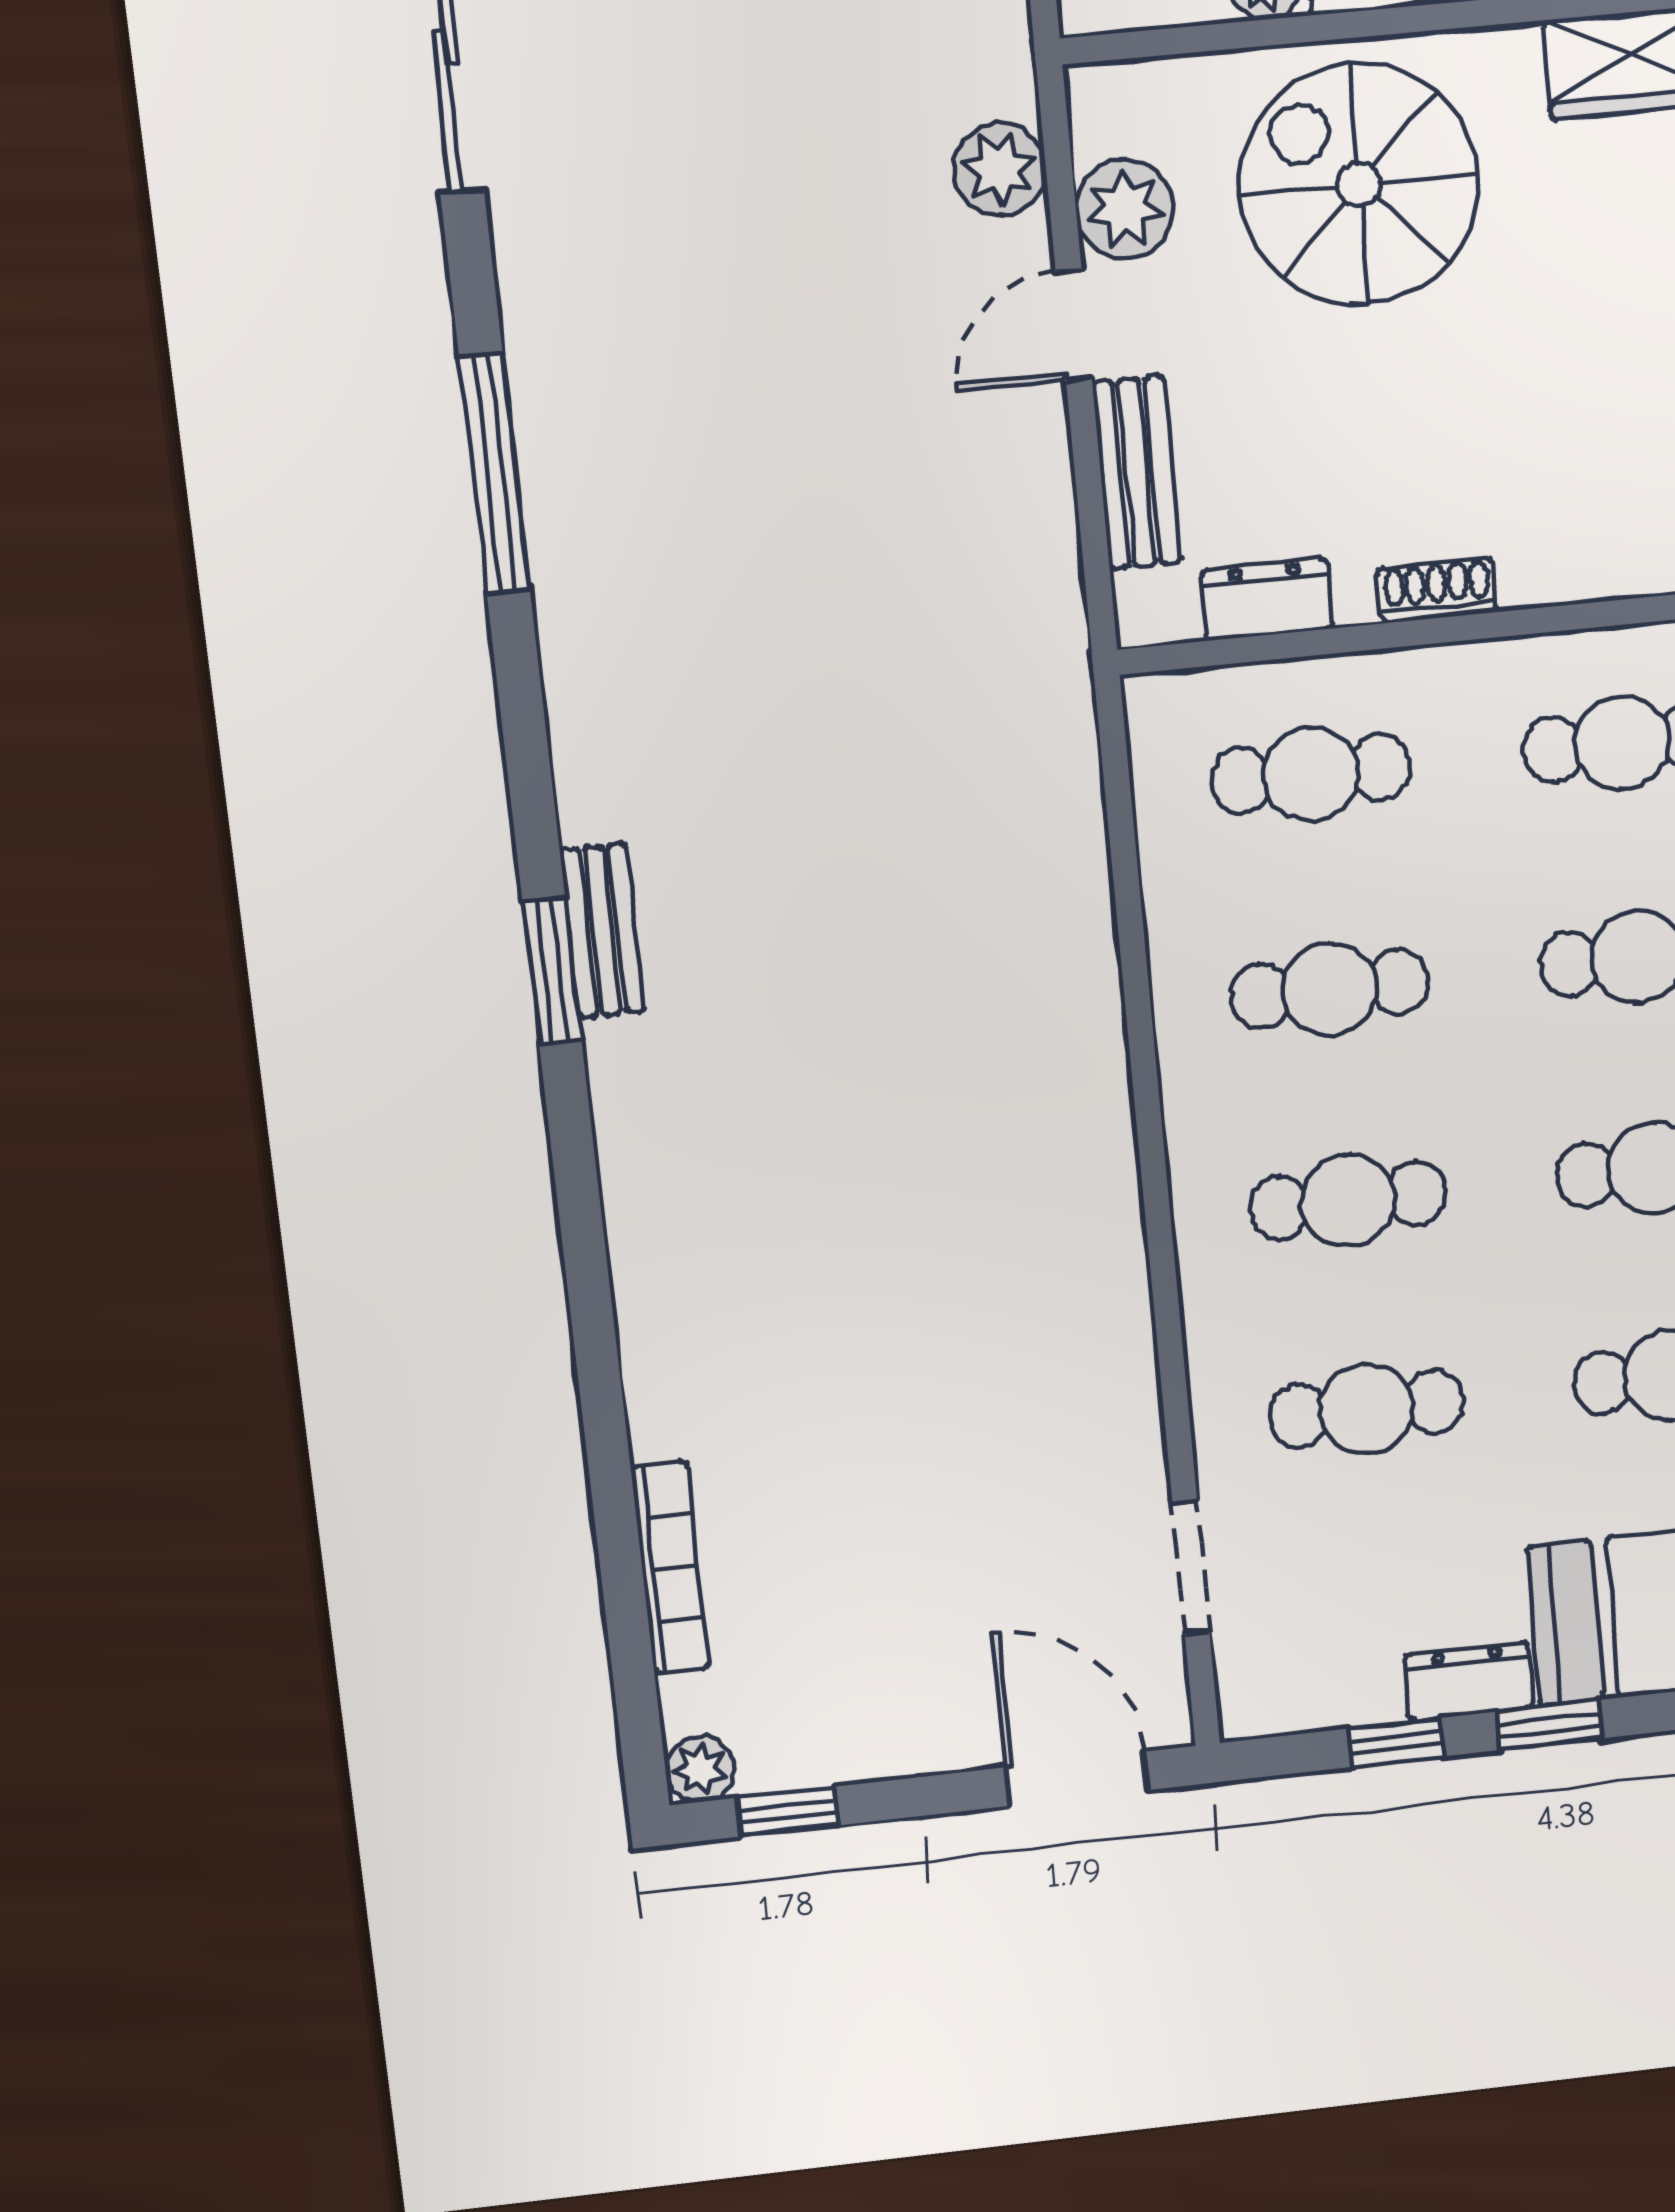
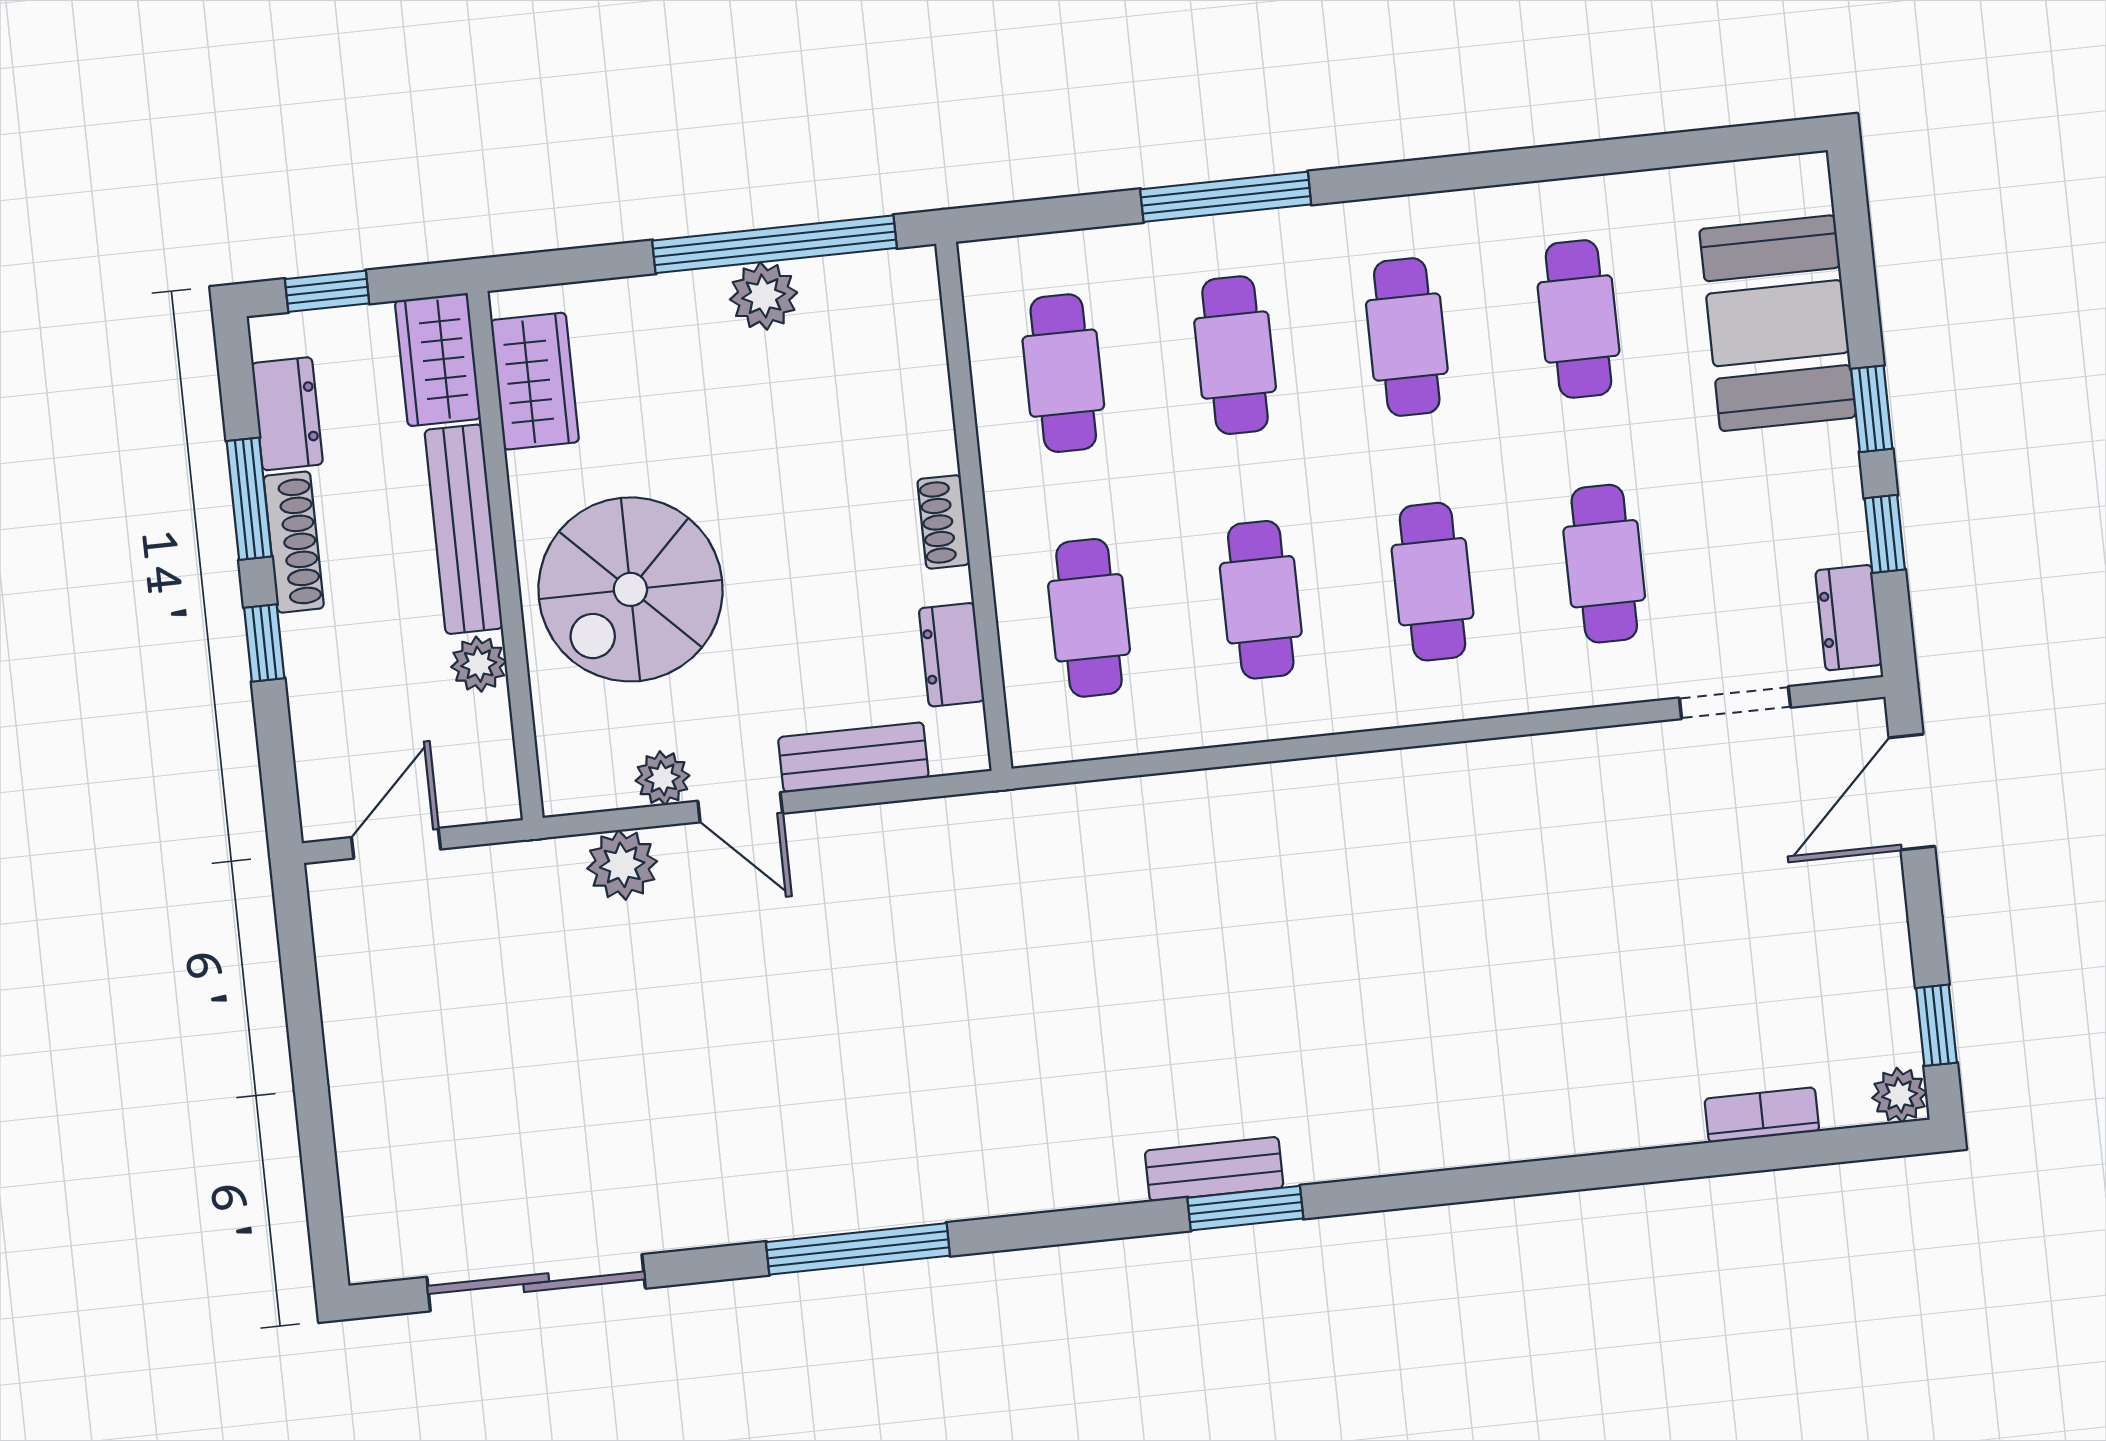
plant: (1125, 209) -> (663, 778), width x0.73, depth x0.73
bookcase: (670, 1568) -> (1762, 1115), width x0.64
dresser: (1469, 1681) -> (1849, 618), moved

